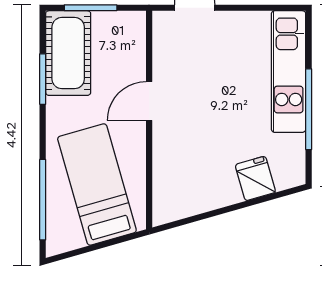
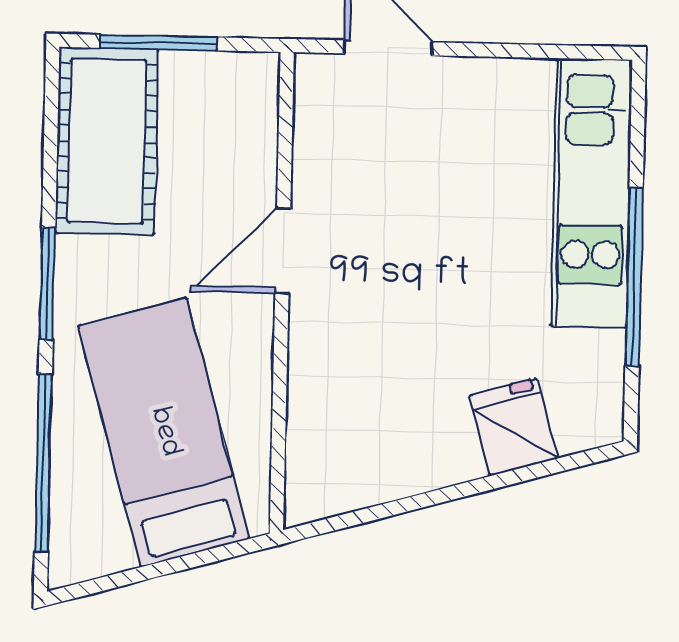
window: (43, 79) -> (47, 284), moved

